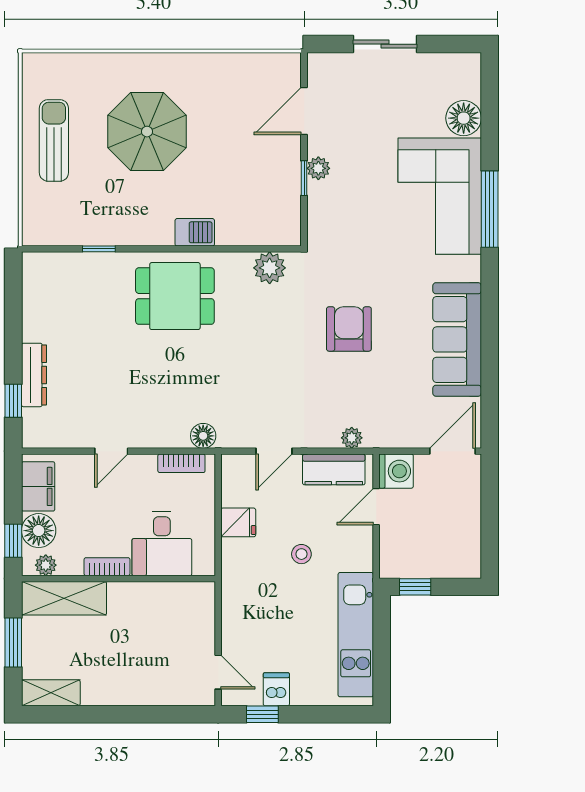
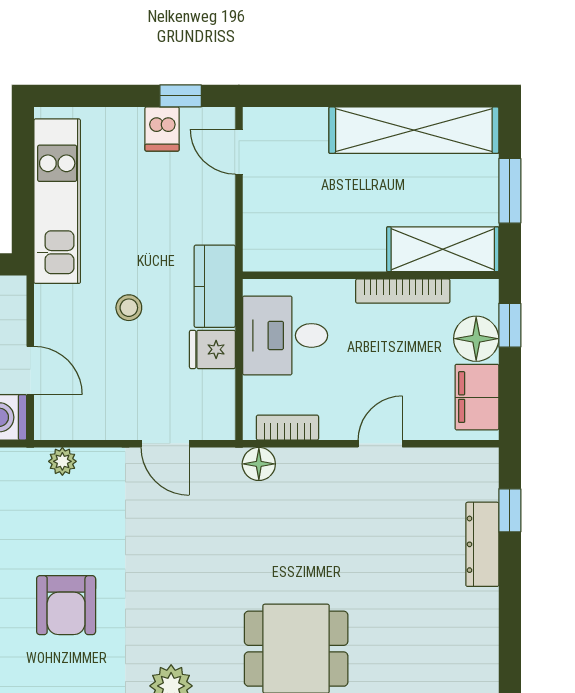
door: (274, 451) -> (165, 444), swing flipped
kitchen counter: (334, 469) -> (215, 286), moved, turned -90
door: (376, 507) -> (30, 370), hinge flipped
desk: (162, 544) -> (285, 335), moved, turned -90
plant: (46, 565) -> (467, 293), removed
bookcase: (107, 567) -> (403, 291), width x1.56
shelving: (51, 693) -> (414, 130), width x2.20, depth x1.33

